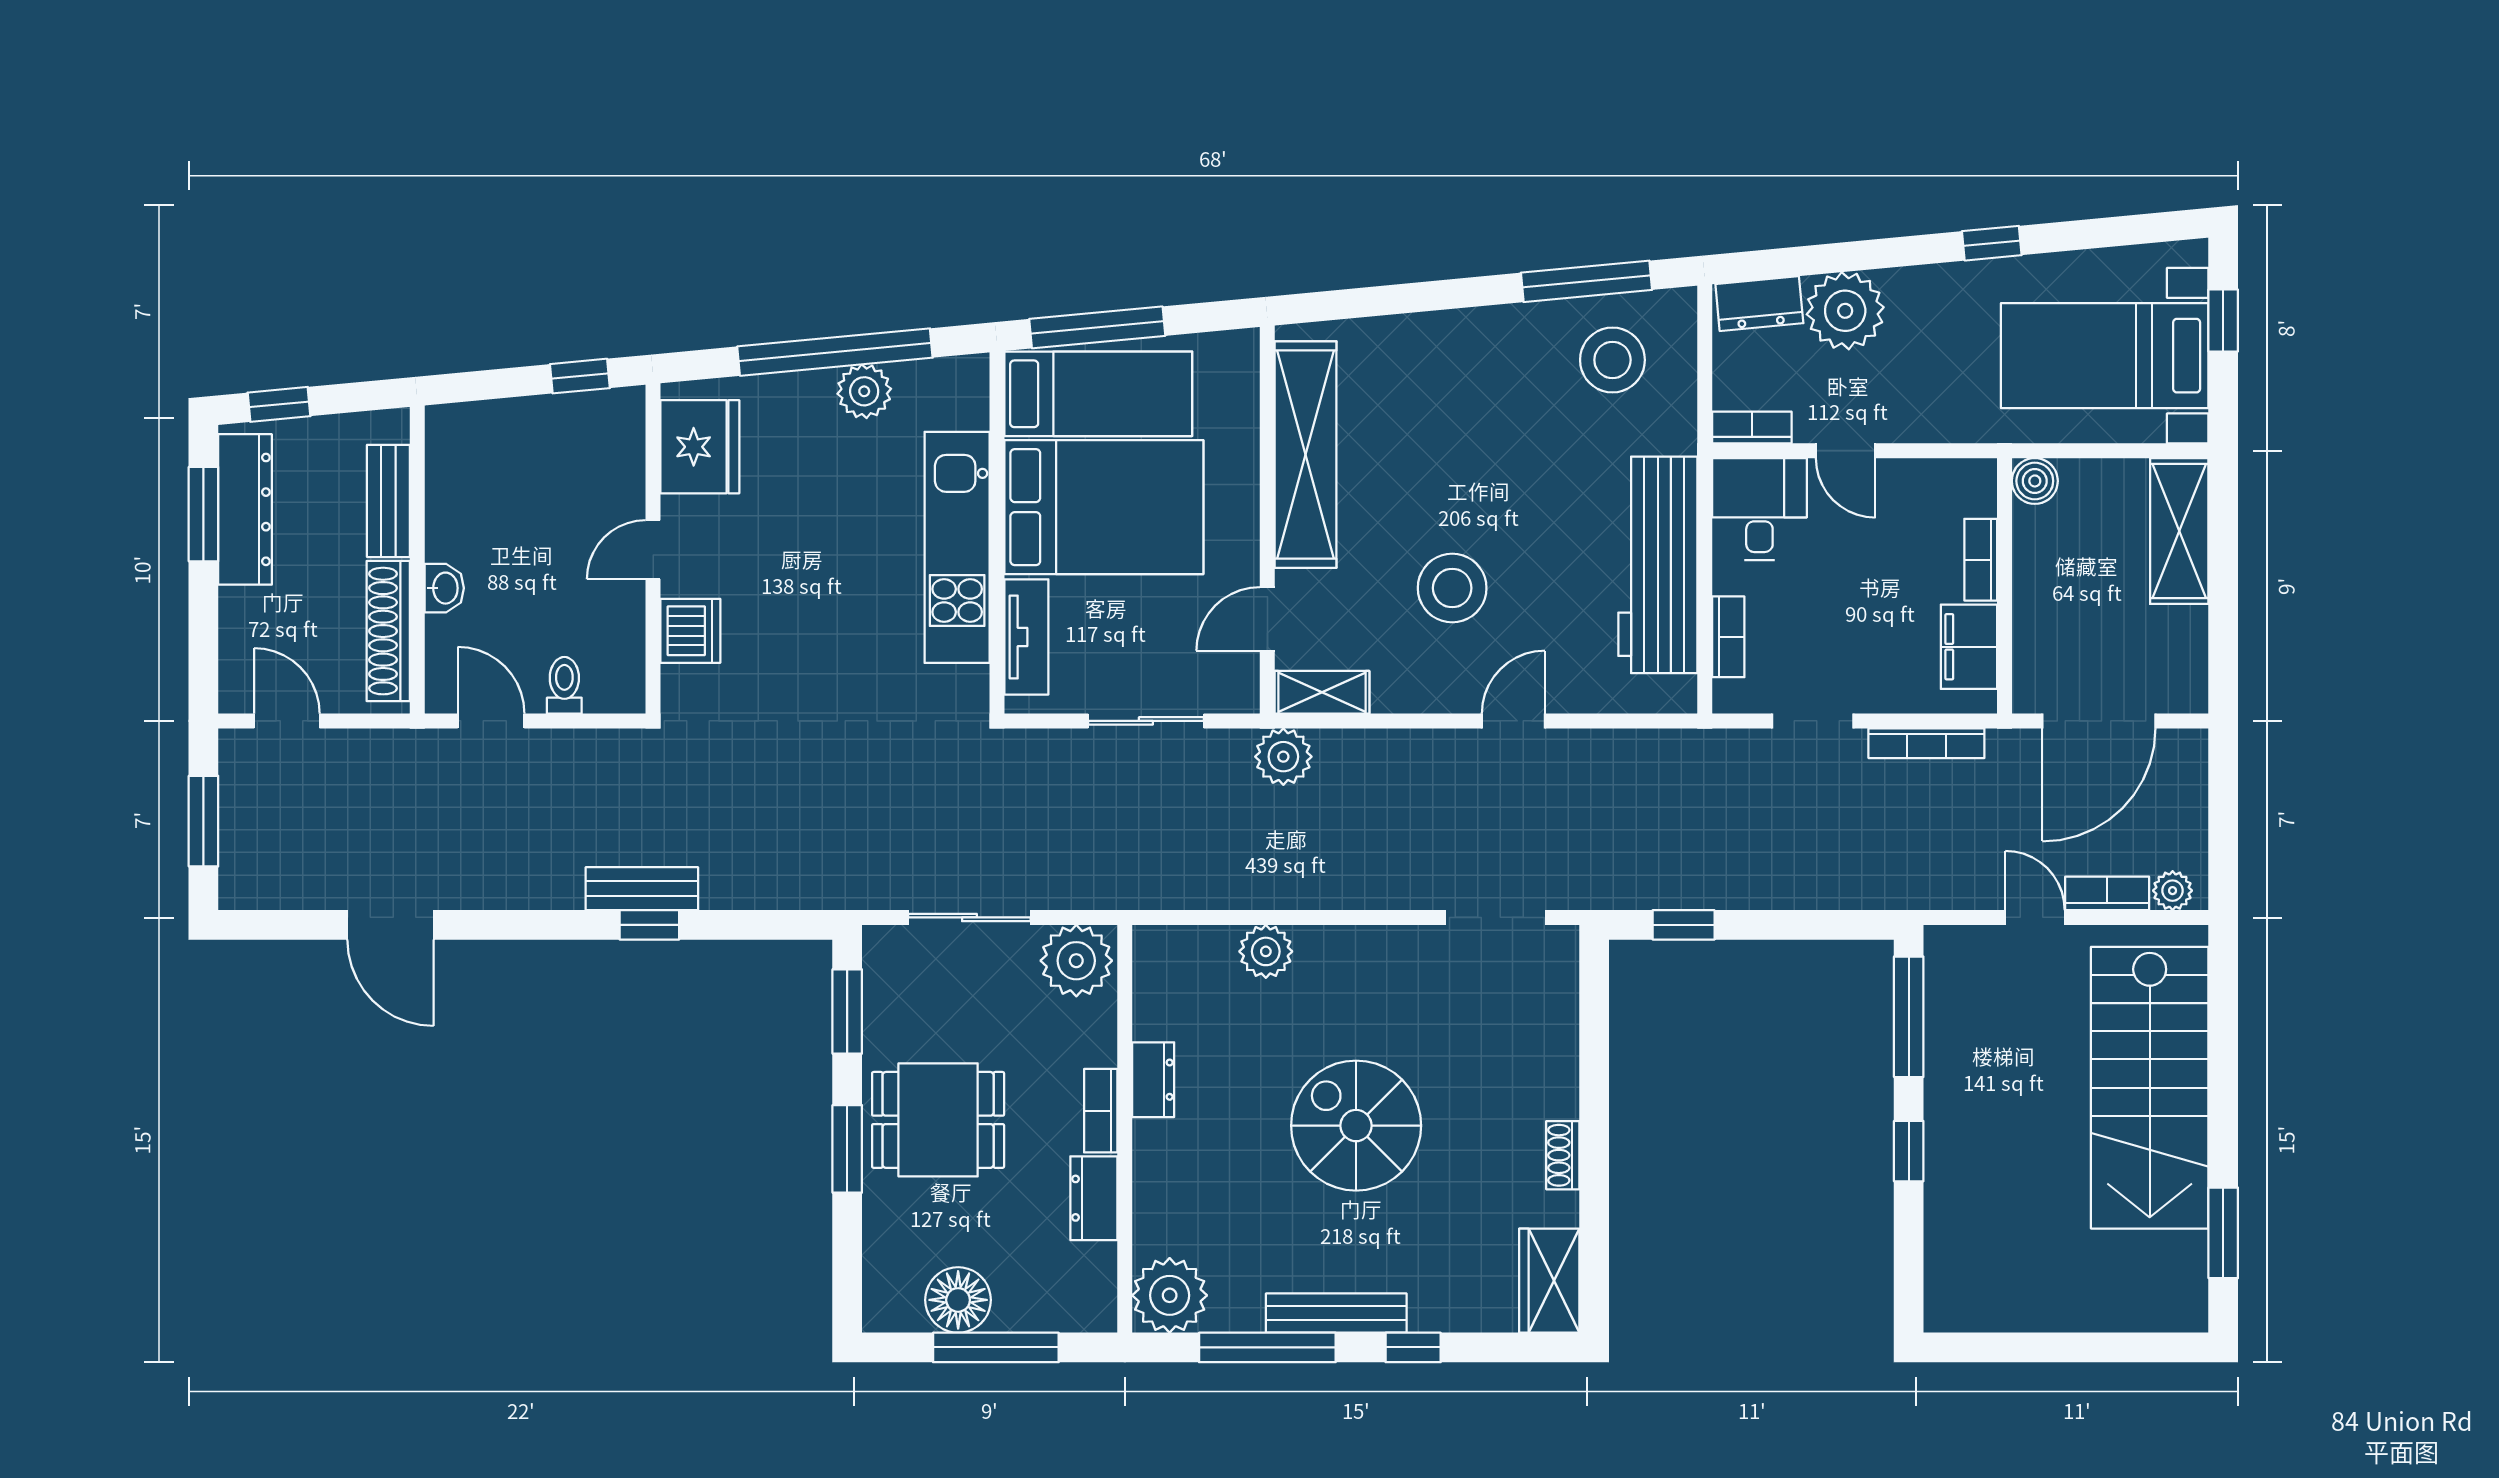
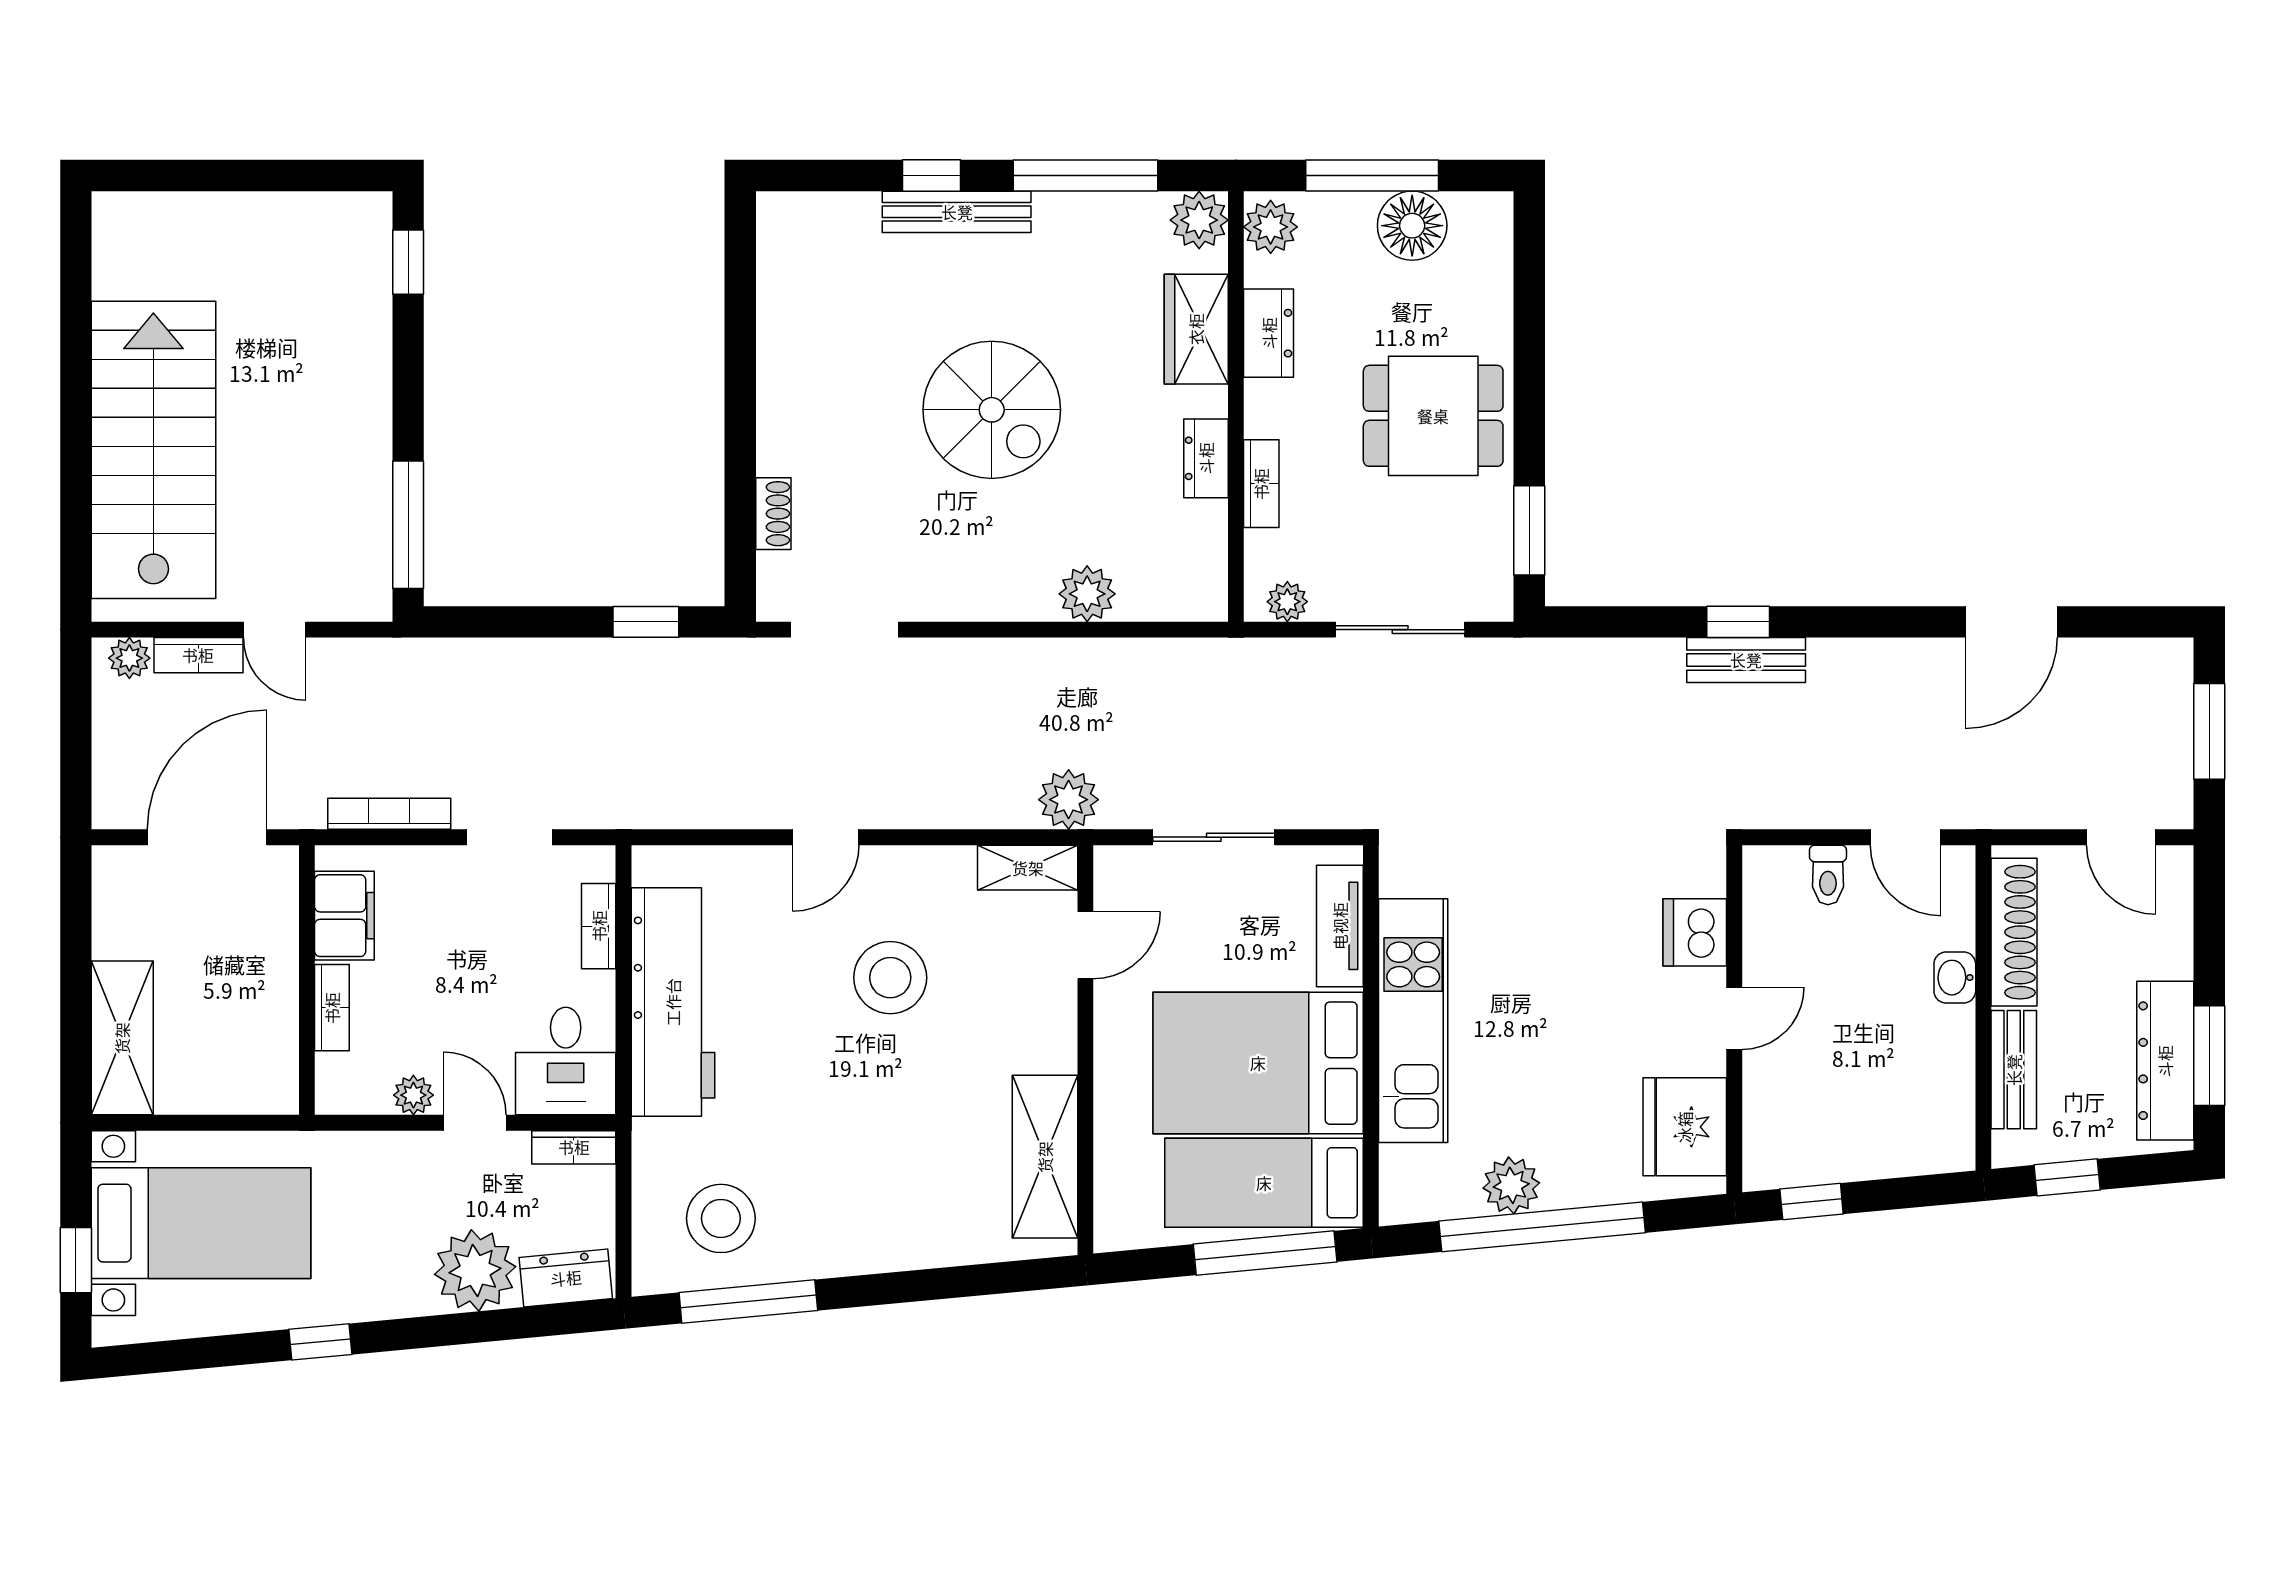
window: (279, 404) -> (2067, 1177), moved
shelving: (1306, 455) -> (1045, 1157), width x0.68
plant: (1904, 477) -> (413, 1095), added
boiler: (2035, 481) -> (275, 1091), removed
door: (391, 925) -> (2012, 622), swing flipped
plant: (1076, 961) -> (1287, 602), width x0.53, depth x0.53
bookcase: (1101, 1111) -> (1261, 484), moved
window: (847, 1149) -> (1529, 385), removed
window: (1909, 1151) -> (408, 262), moved
shoe rack: (1563, 1155) -> (773, 514), moved
window: (2223, 1233) -> (76, 297), removed
wardrobe: (1549, 1281) -> (1196, 329), moved, turned 180
plant: (1170, 1295) -> (1199, 220), width x0.73, depth x0.73
plant: (1092, 1299) -> (1271, 227), added
bench: (1336, 1313) -> (957, 212), moved

